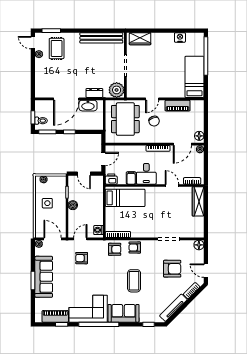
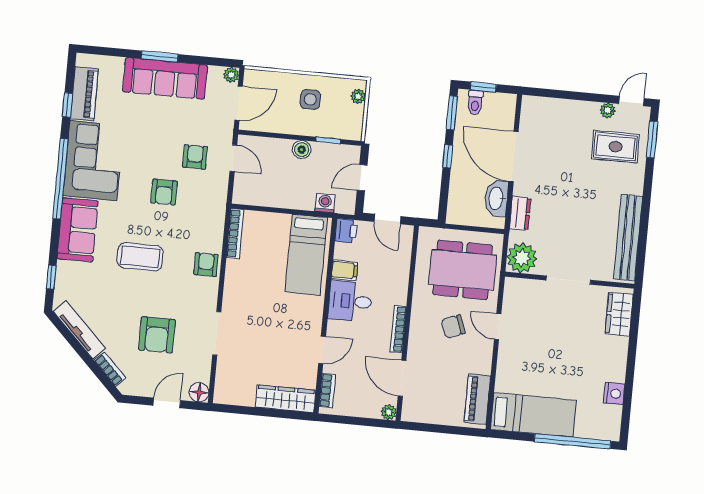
piano: (178, 106) -> (477, 399), moved
floor lamp: (199, 136) -> (415, 413), removed
washing machine: (98, 230) -> (325, 203), moved
armchair: (115, 249) -> (164, 192), moved
door: (206, 271) -> (167, 403), moved

